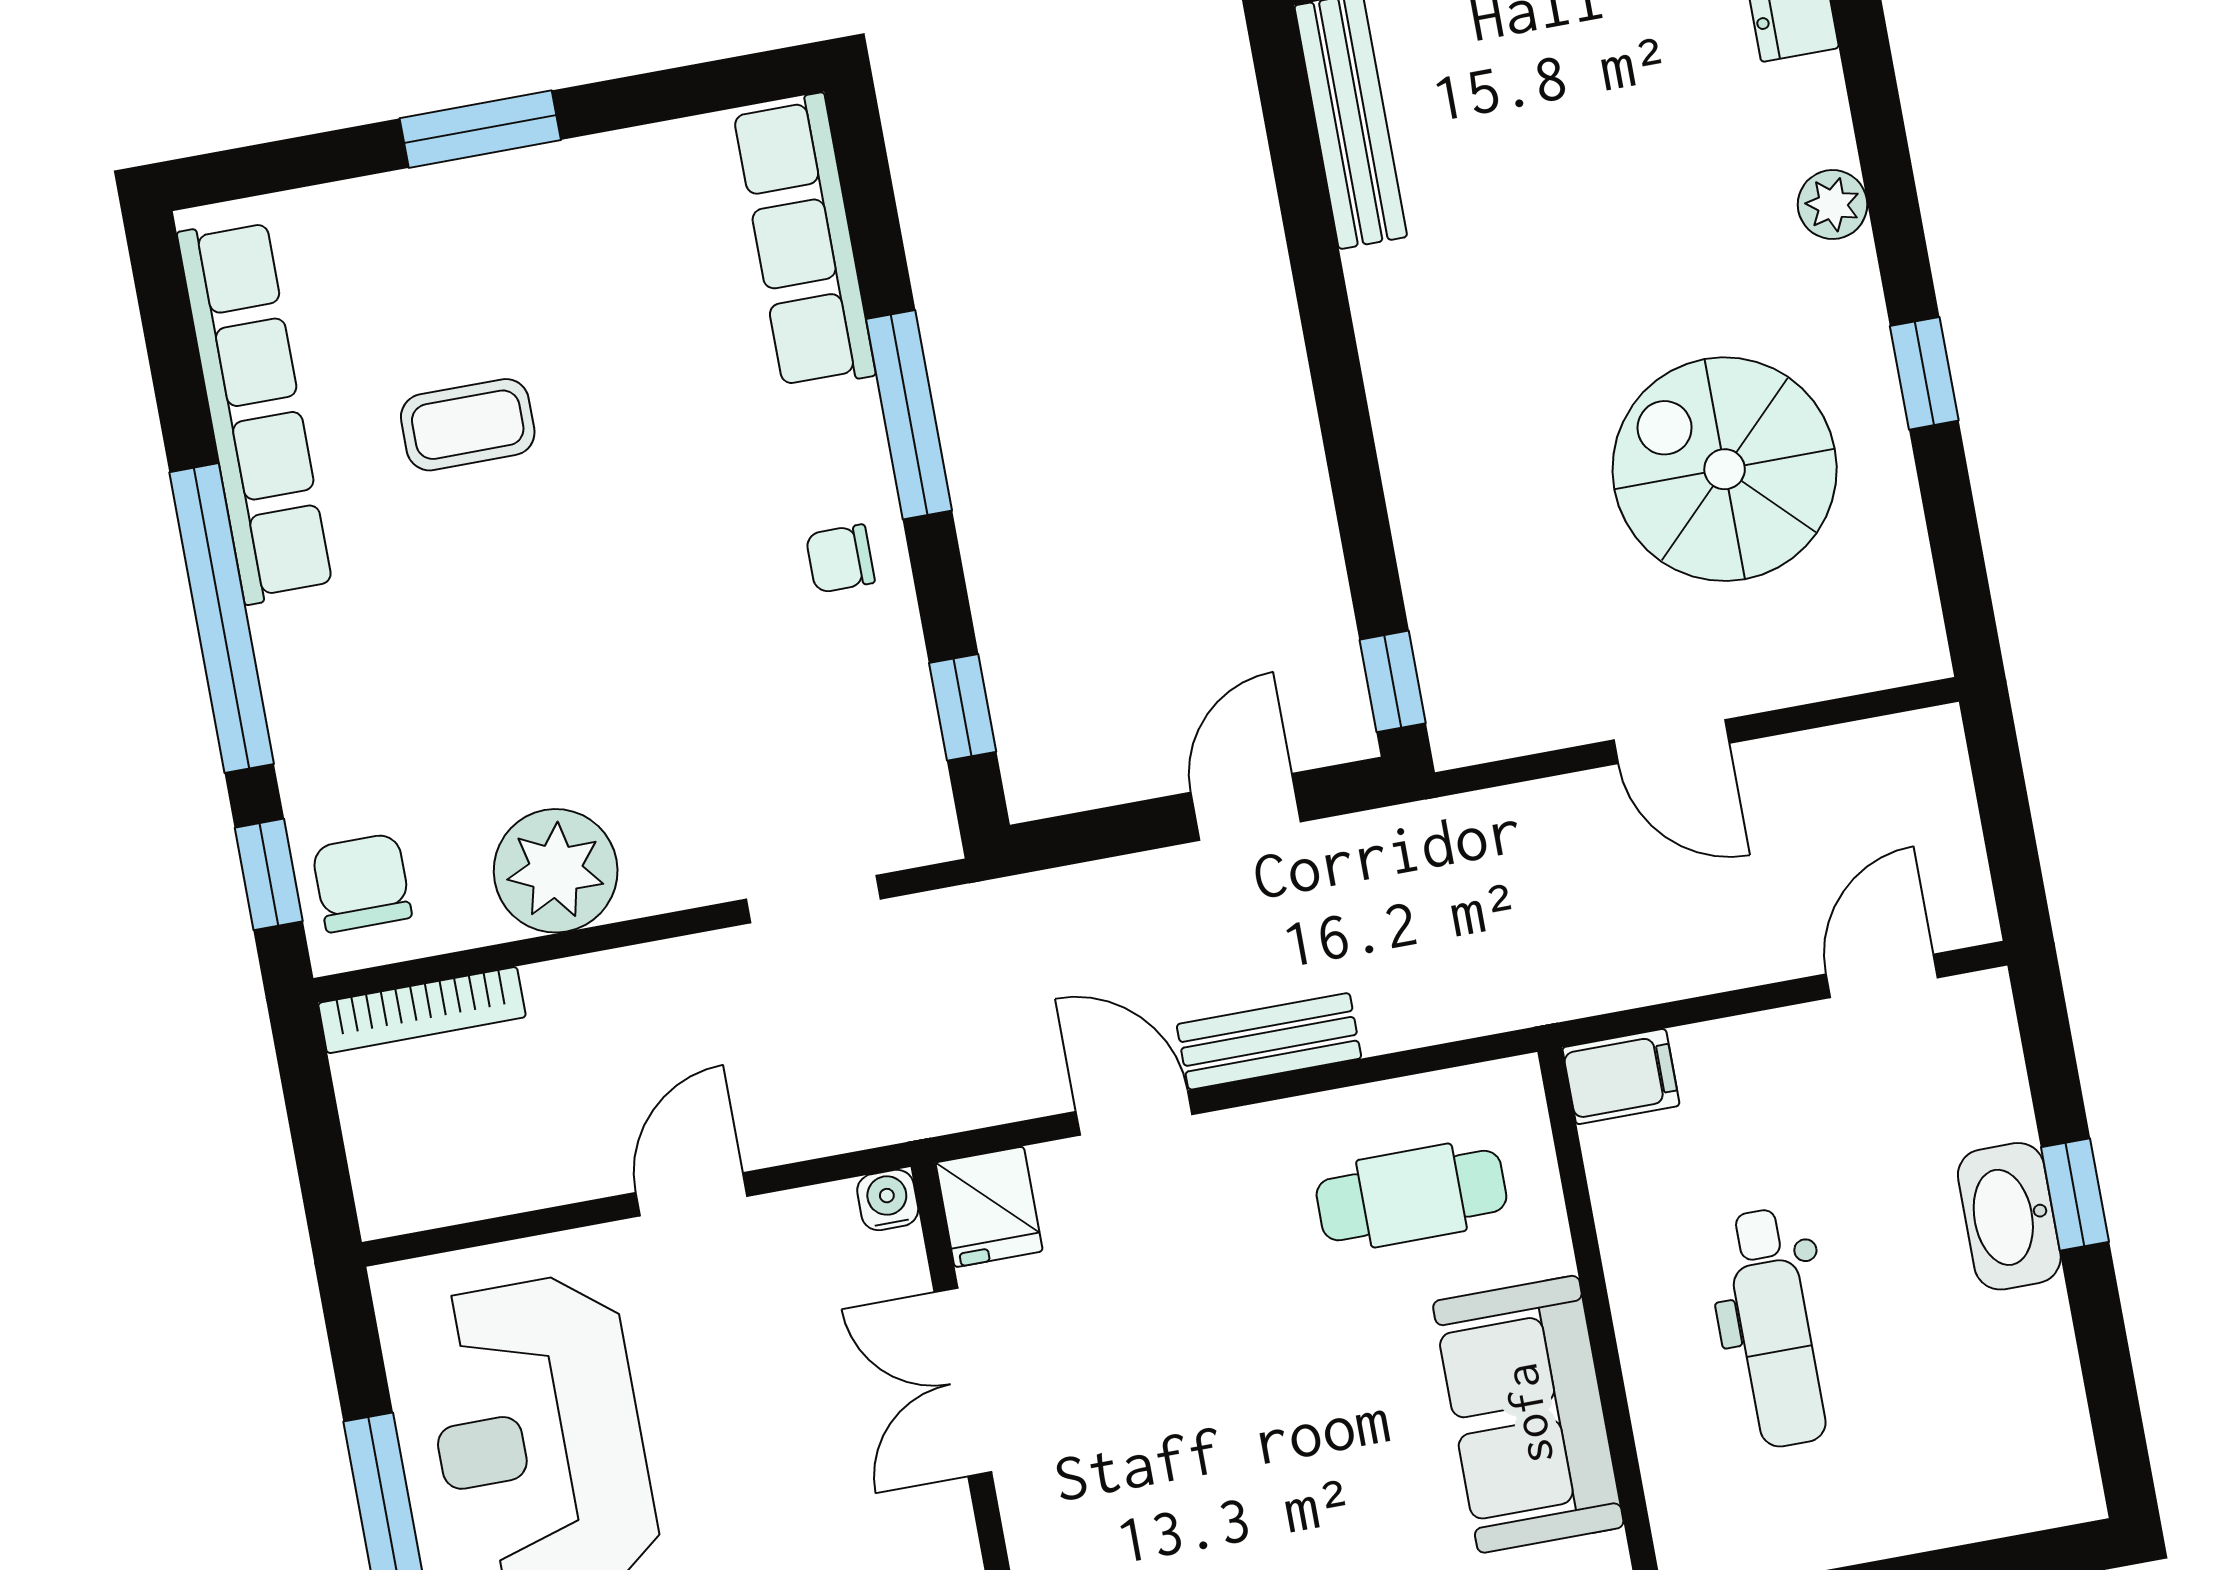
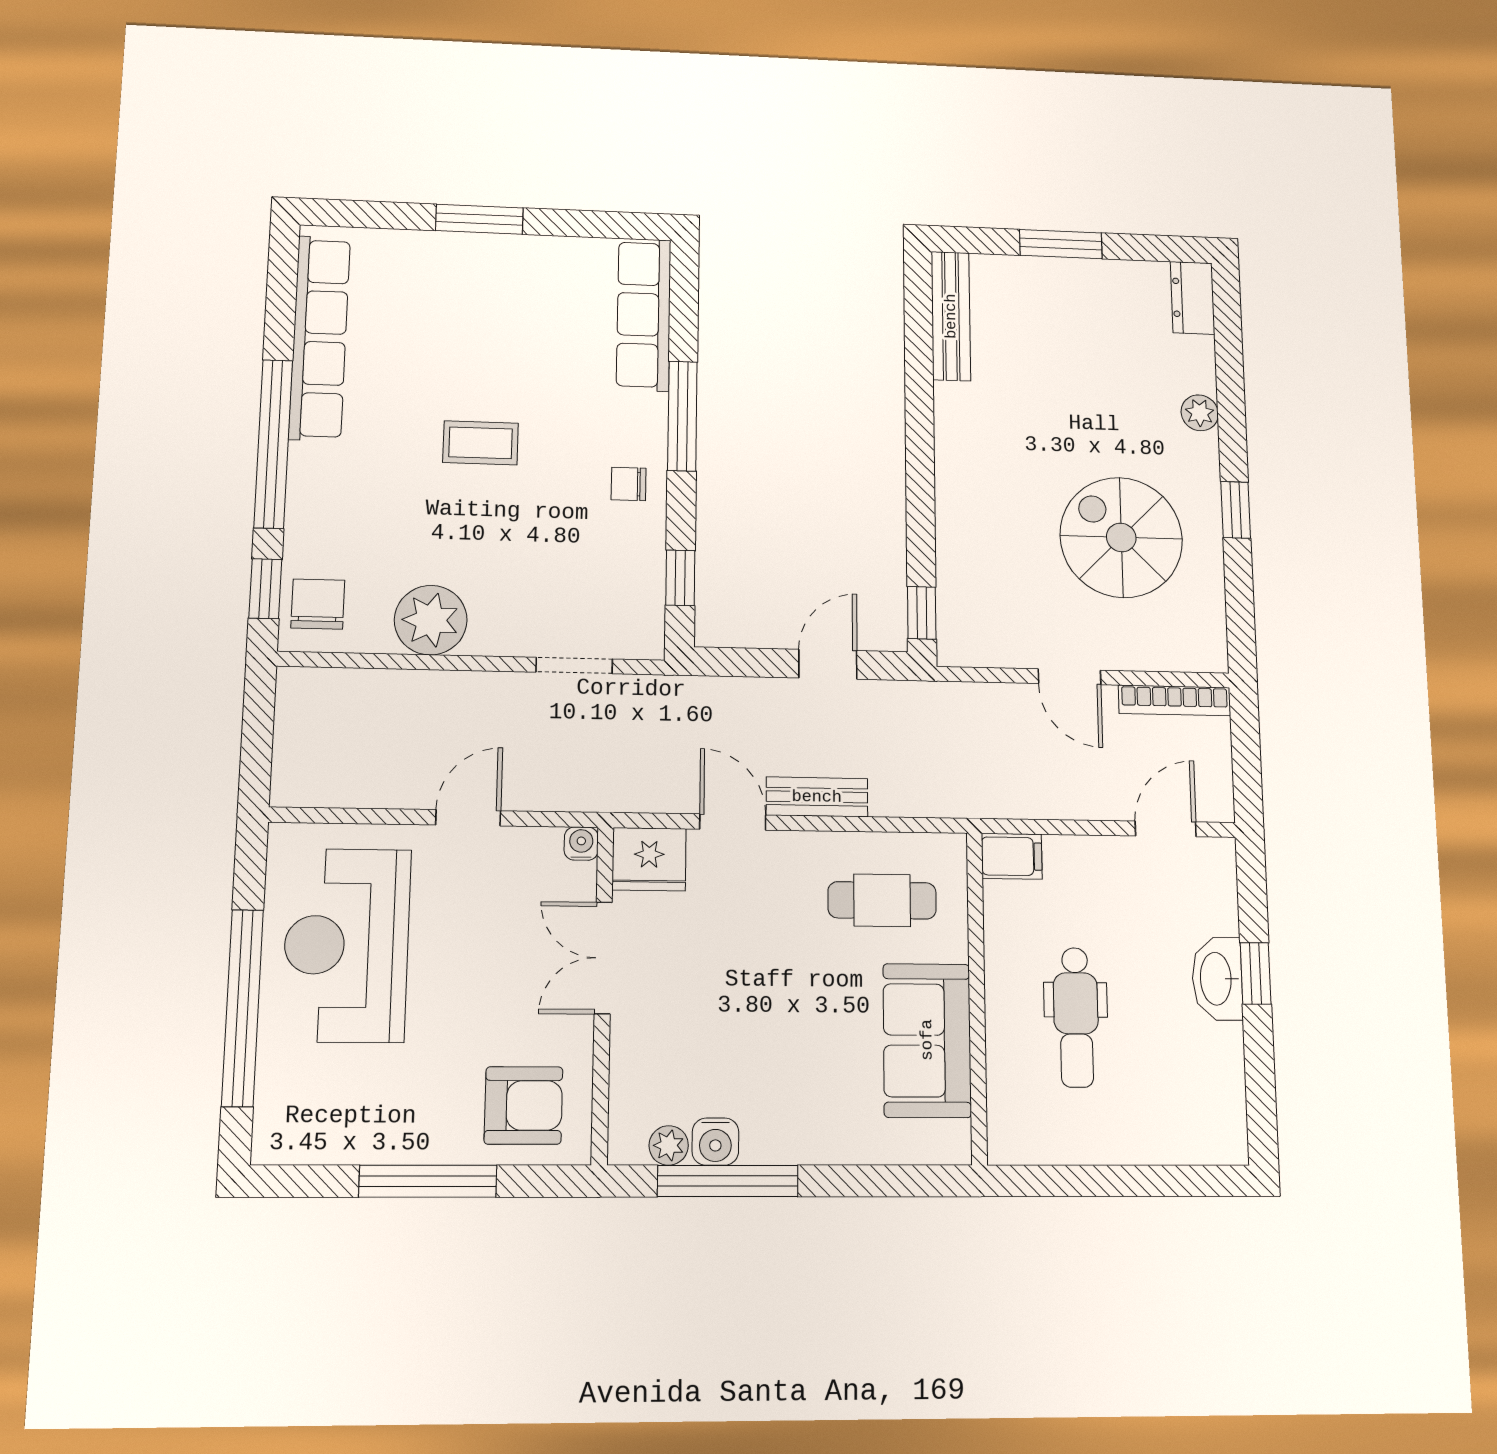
coffee table: (468, 425) -> (481, 443), moved
bookcase: (422, 1010) -> (1175, 700), moved
fridge: (989, 1207) -> (649, 859), width x1.38

